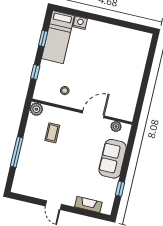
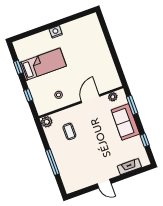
nightstand: (80, 23) -> (56, 32), moved
bed: (58, 37) -> (43, 64), moved, turned -90
window: (130, 147) -> (132, 105), added

